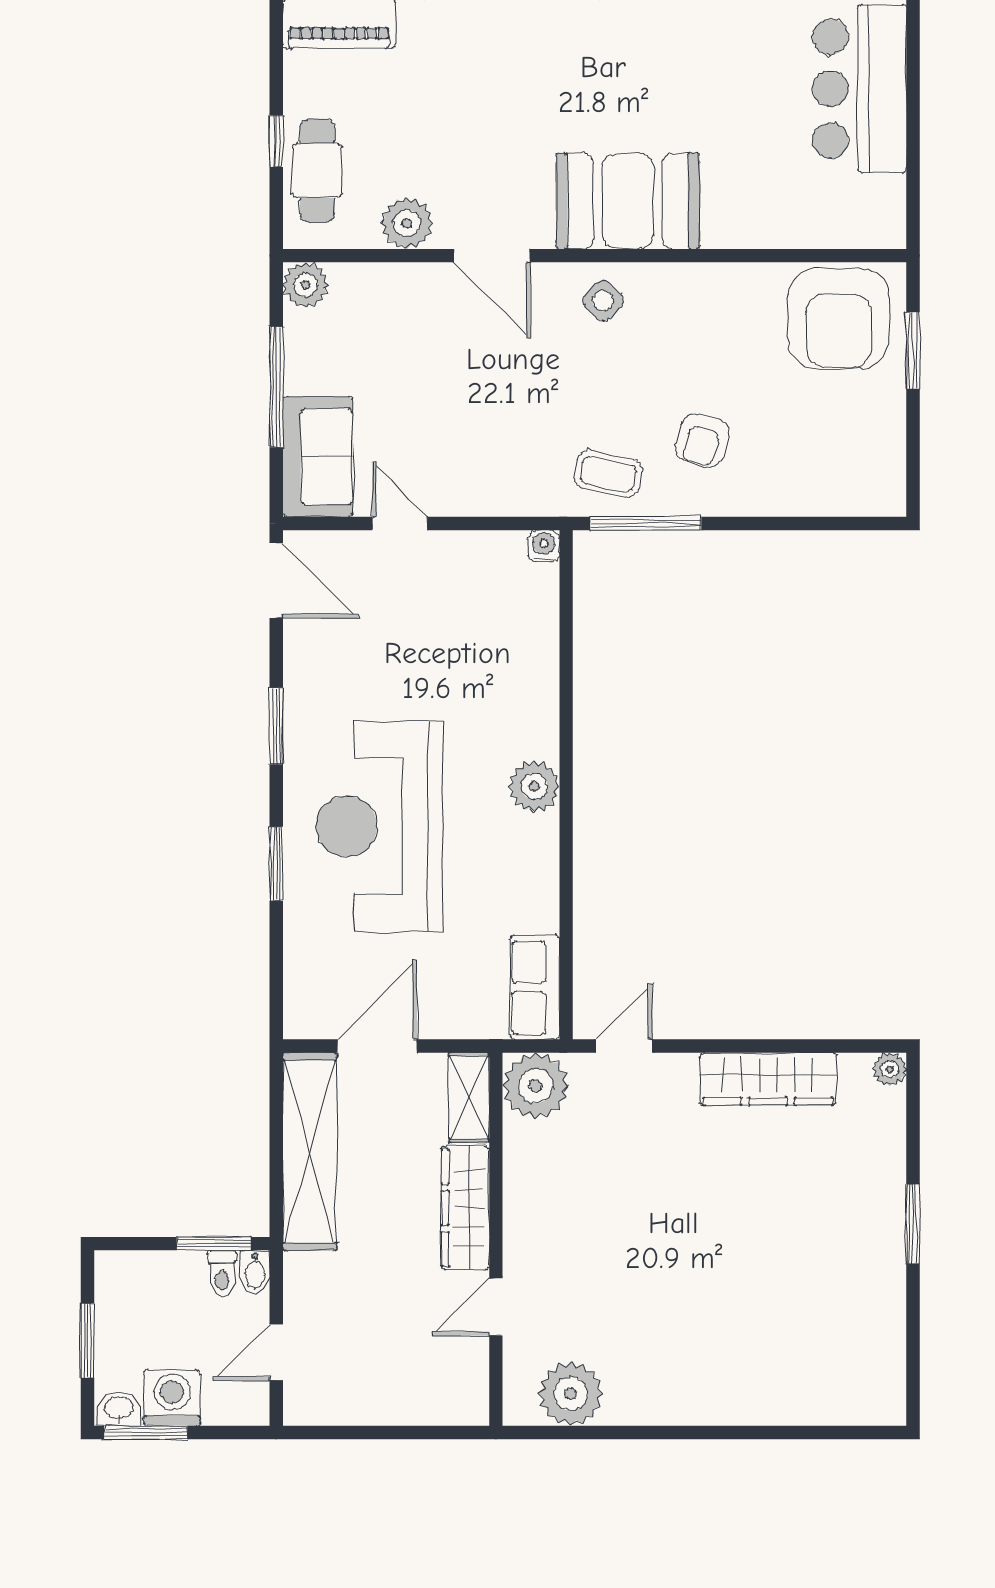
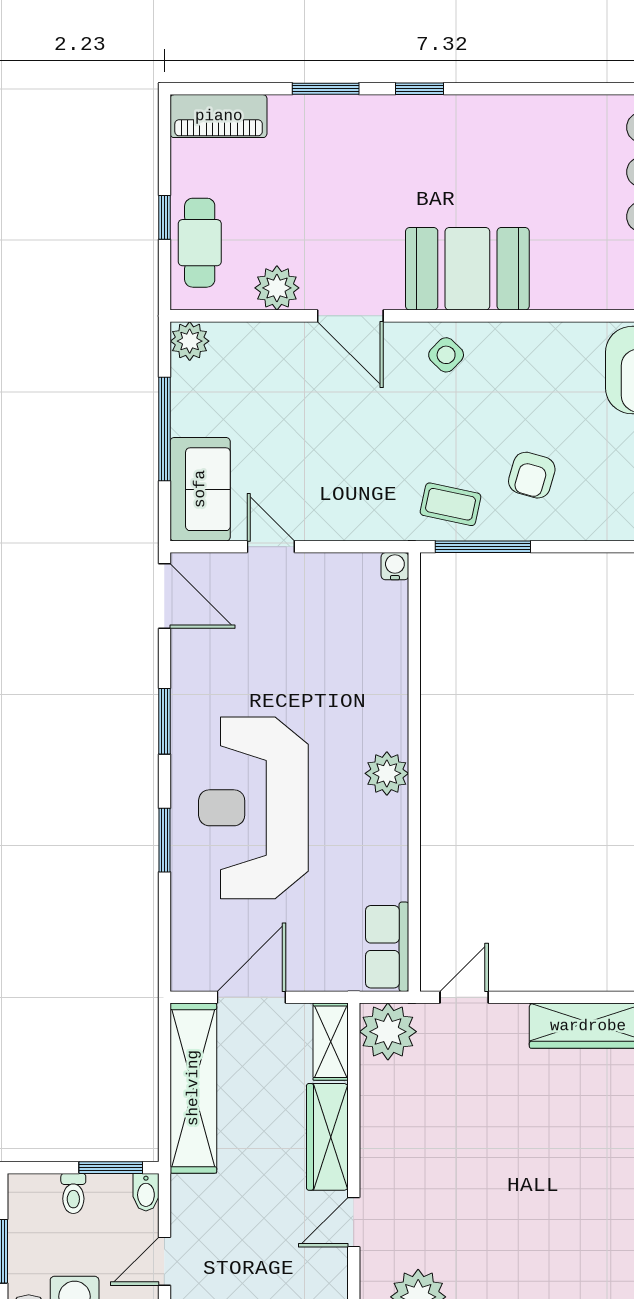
toilet: (222, 1274) -> (73, 1193), moved

